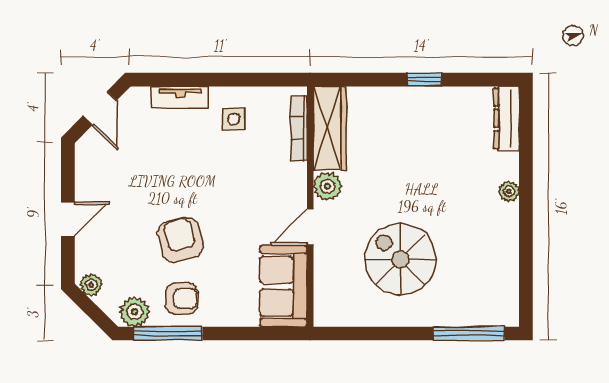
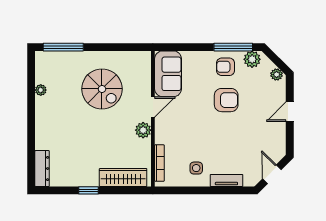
wardrobe: (330, 128) -> (123, 177), moved, turned 90
plant: (509, 191) -> (41, 90), moved
armchair: (180, 240) -> (226, 100), turned -76

